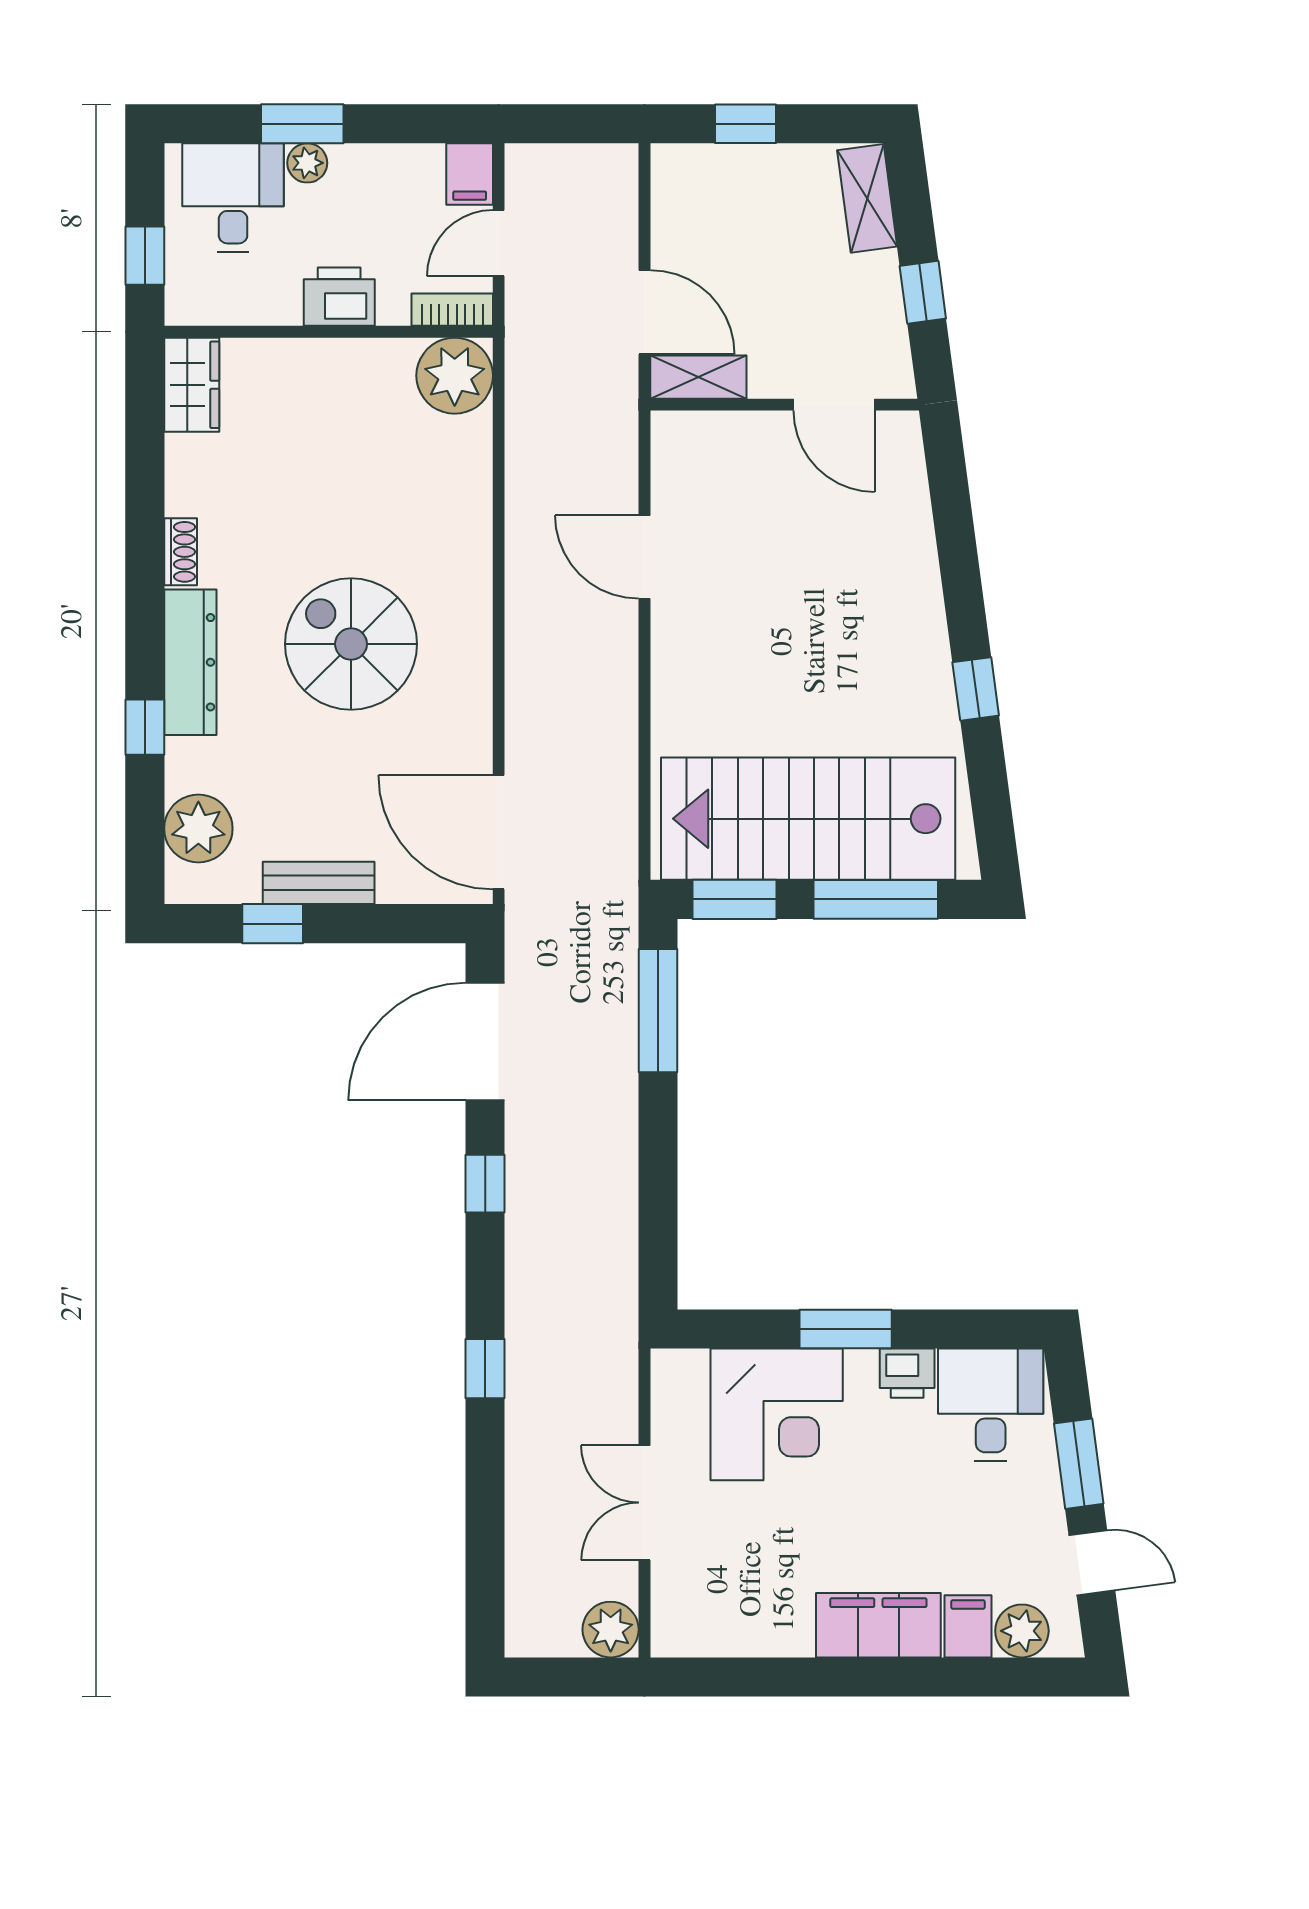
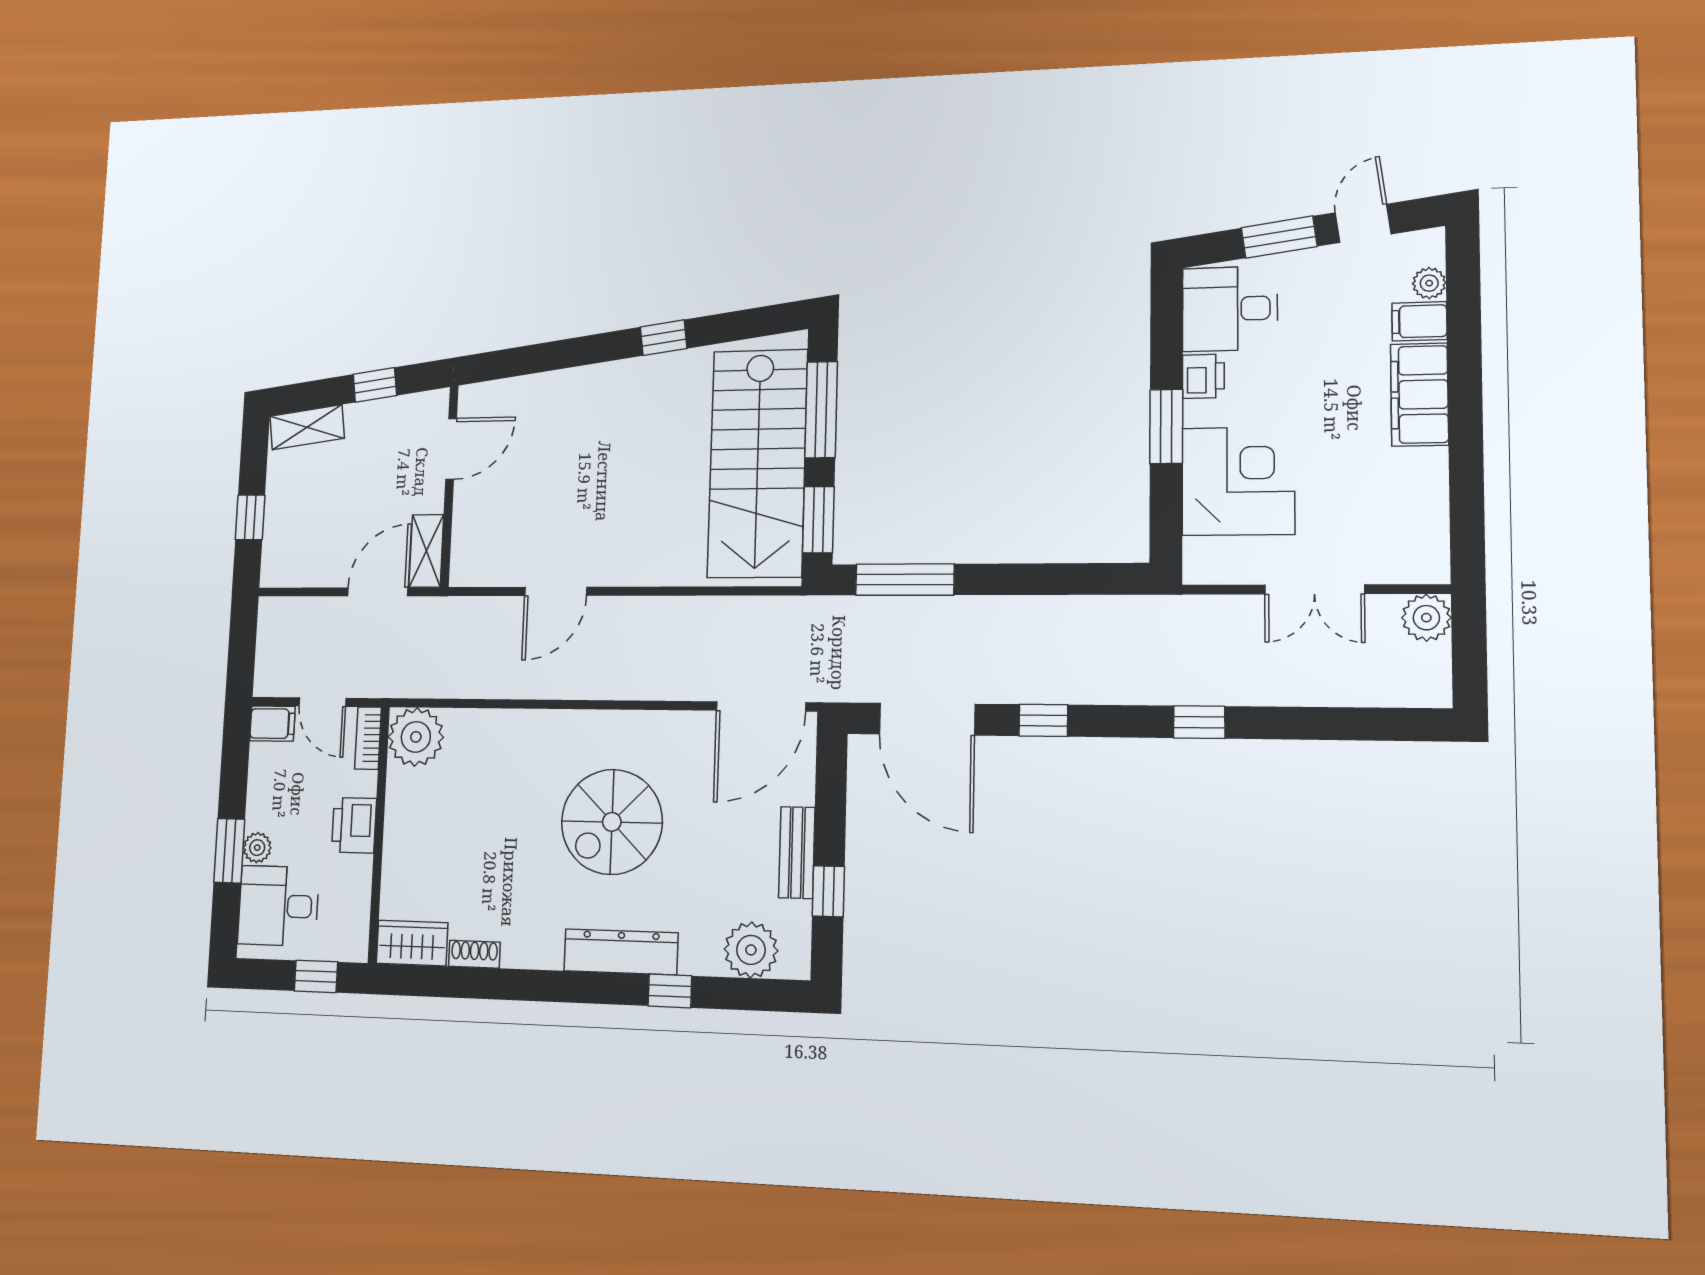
shoe rack: (181, 552) -> (474, 954), moved
plant: (1022, 1631) -> (1429, 283), width x0.73, depth x0.73

